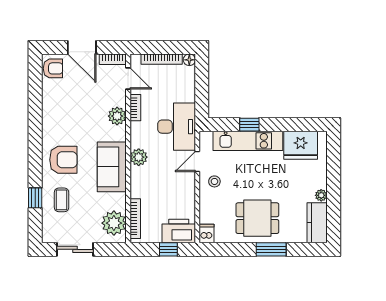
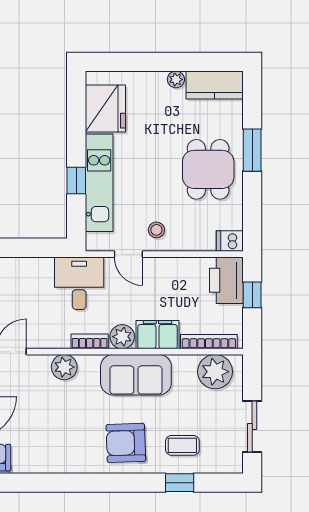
bookcase: (135, 108) -> (90, 341), moved
desk: (177, 127) -> (79, 283), width x0.73
armchair: (63, 160) -> (126, 443), turned -92
filing cabinet: (140, 182) -> (157, 335), added

